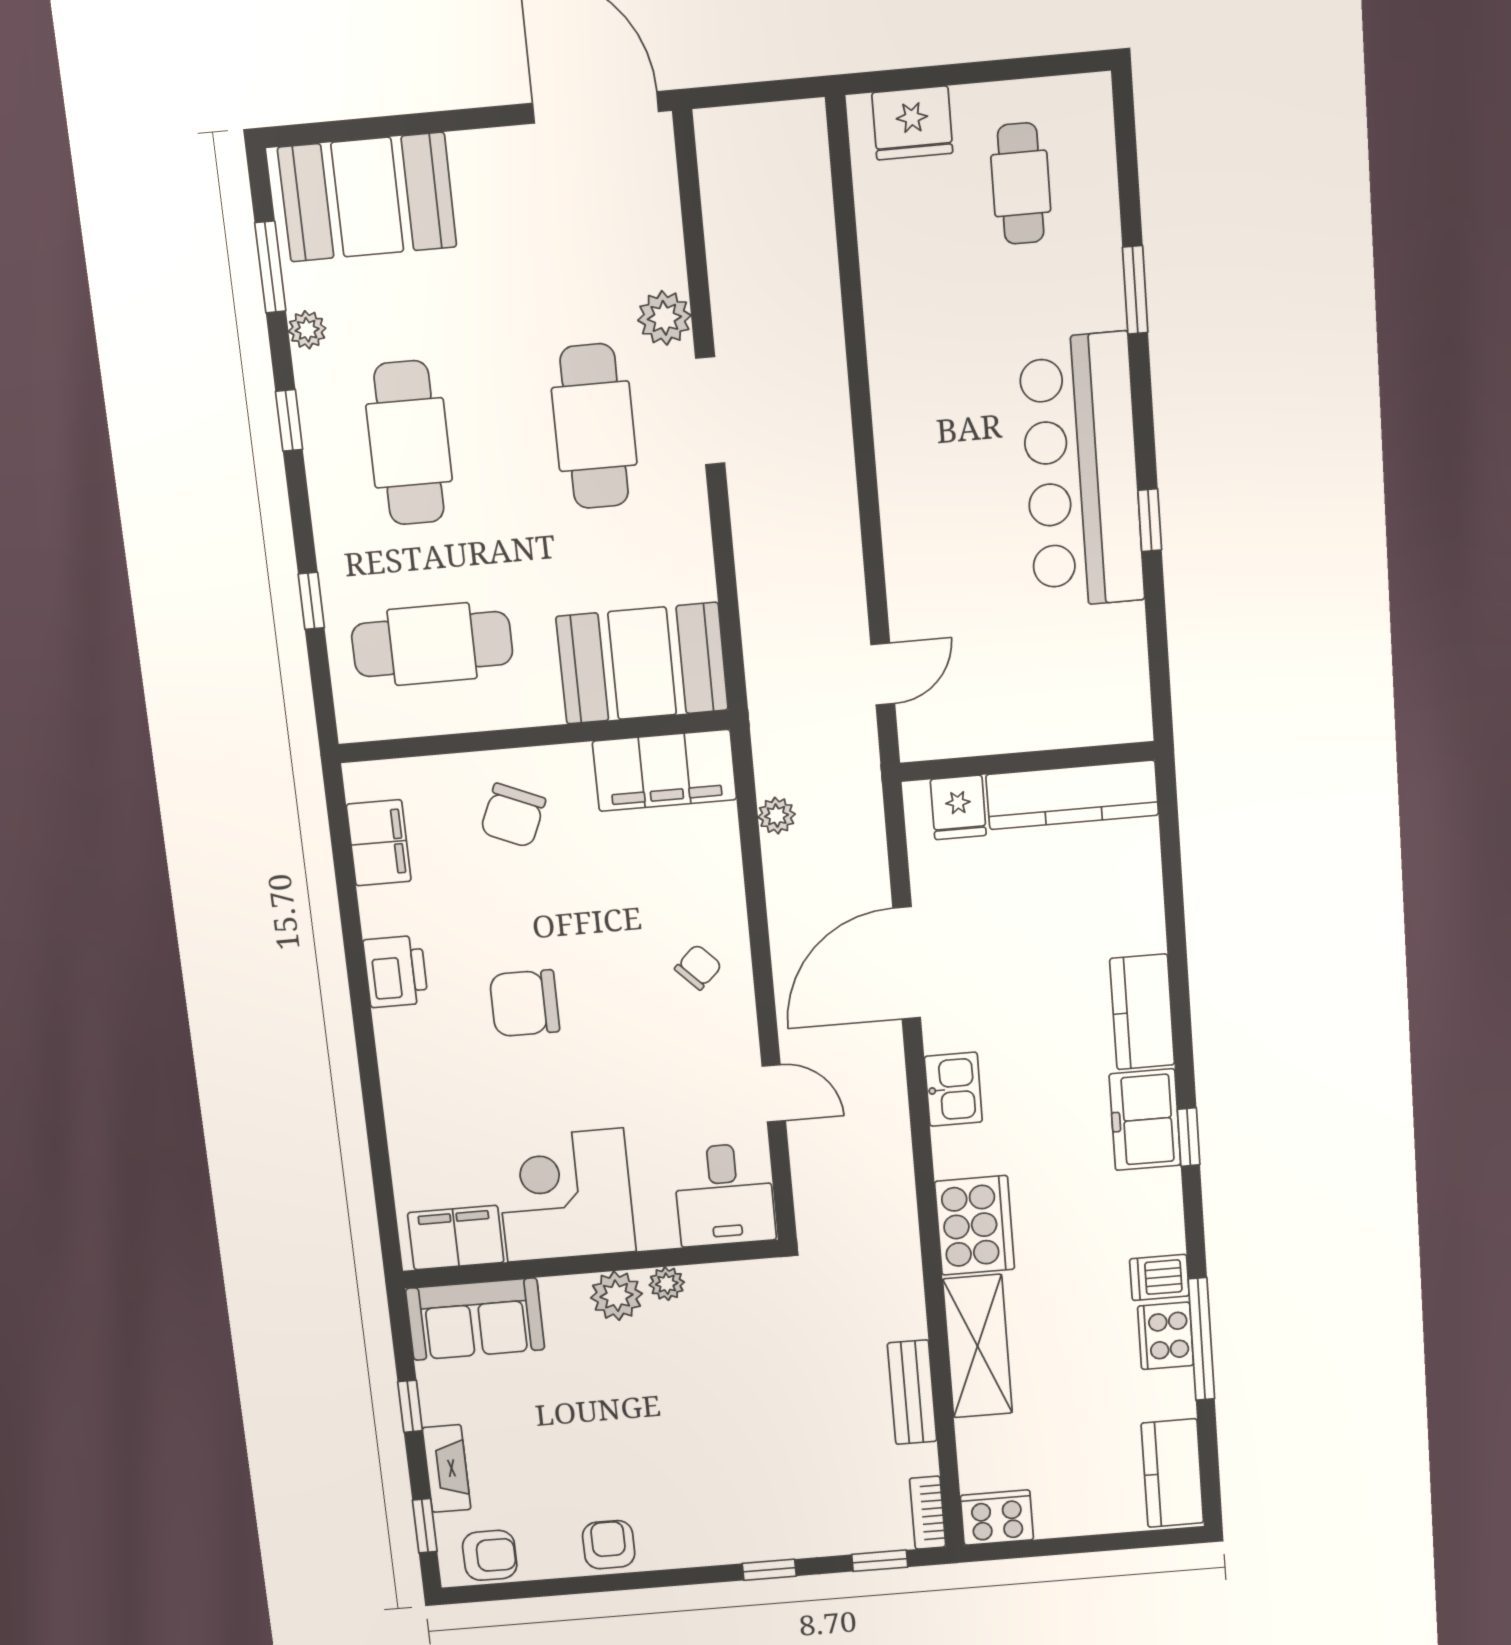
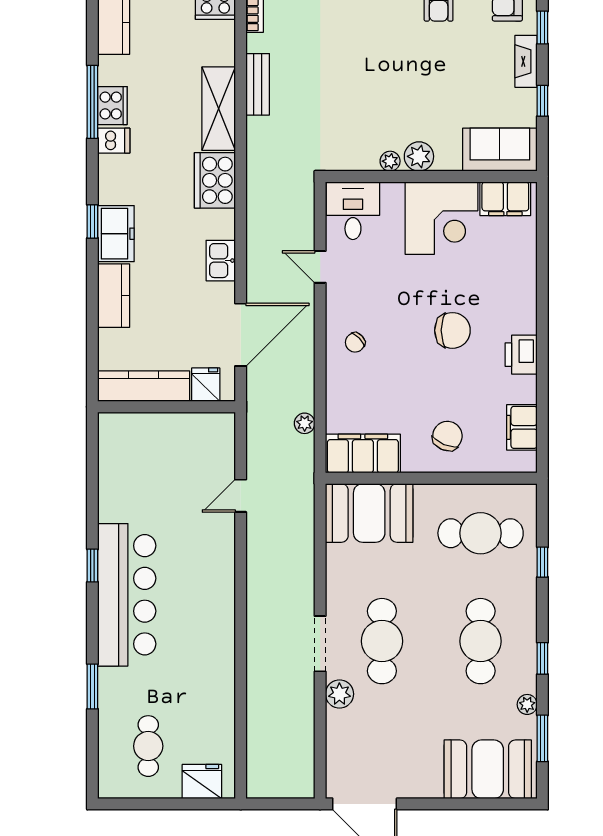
wall: (1027, 761) -> (167, 407), moved
kitchen counter: (1072, 795) -> (144, 386), moved
fridge: (958, 807) -> (206, 385), moved

